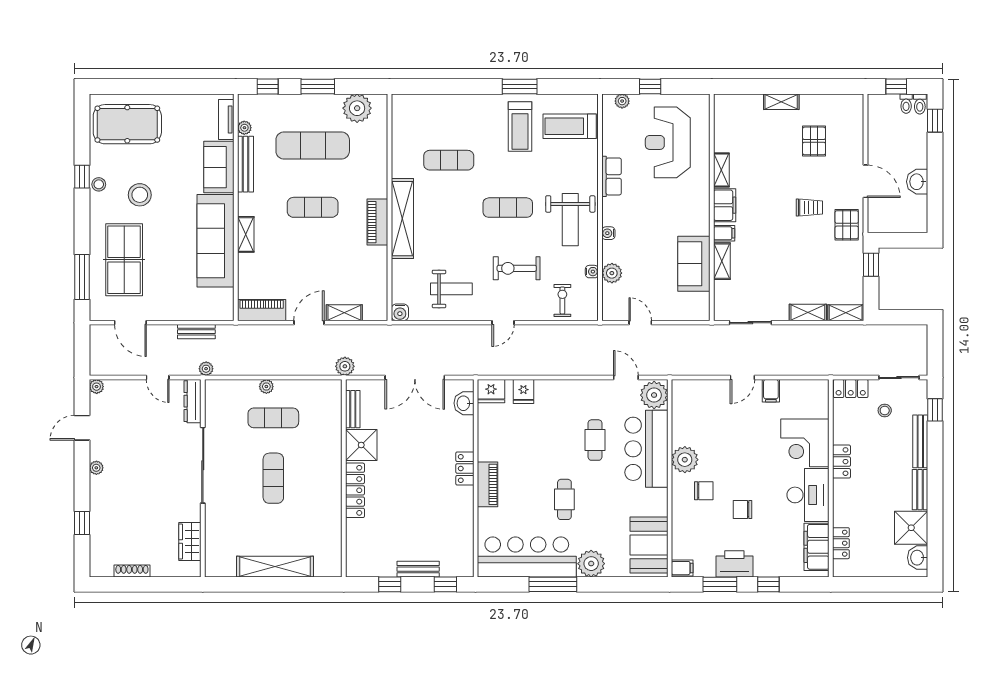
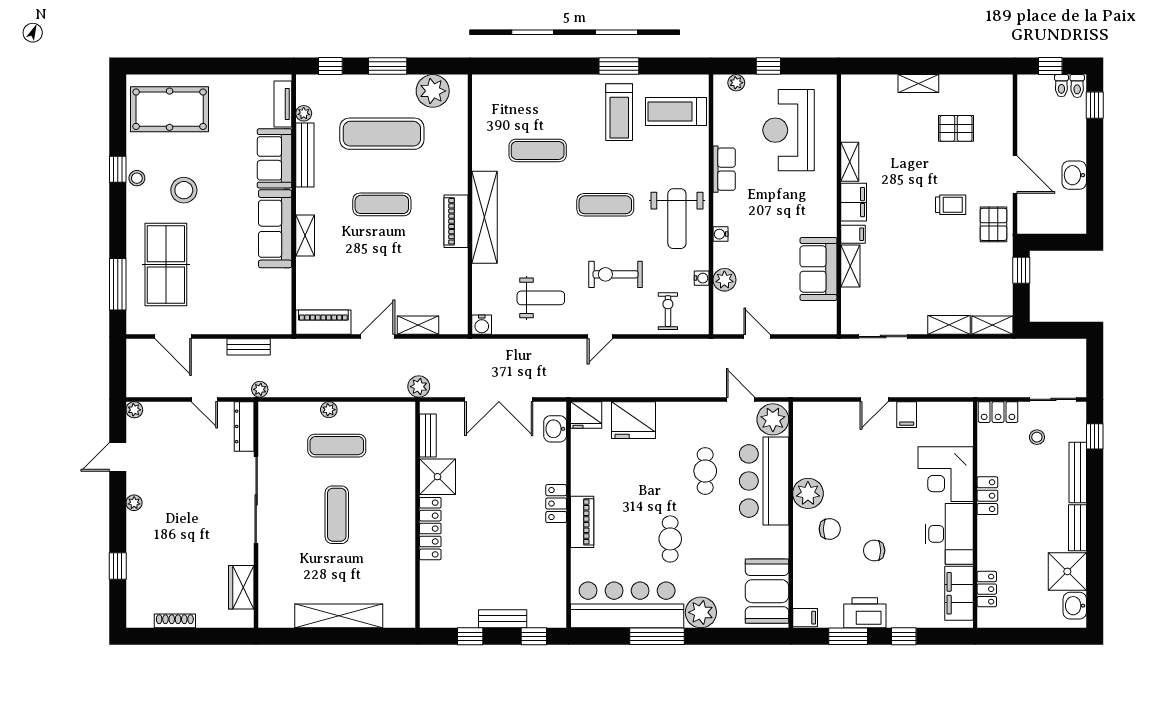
pallet: (814, 141) -> (956, 128), turned 90
sofa: (216, 241) -> (275, 229), width x0.74, depth x0.79
fridge: (523, 391) -> (633, 420), width x1.88, depth x1.34

